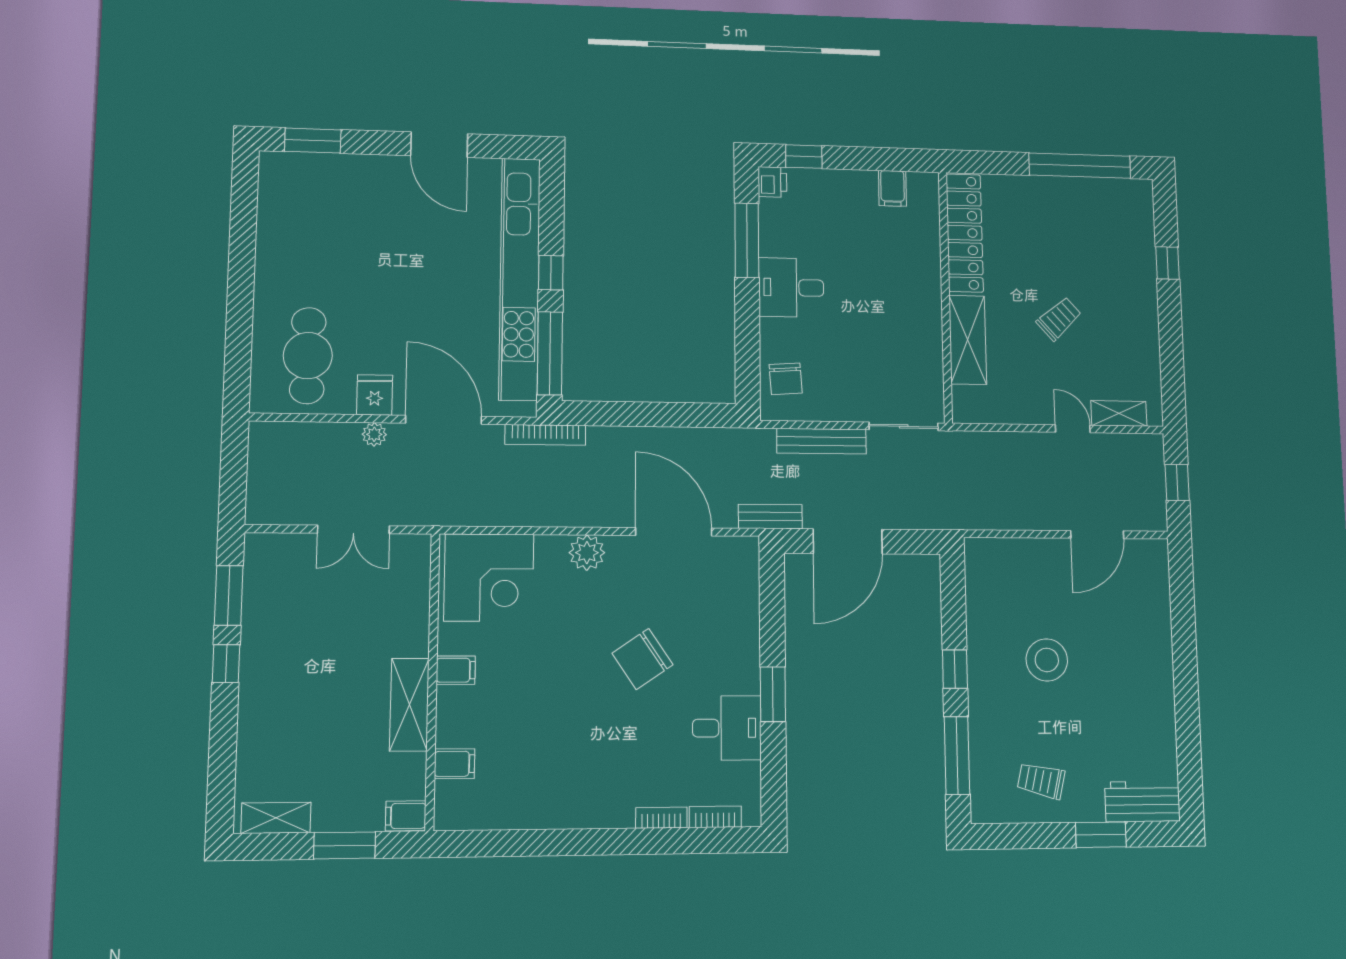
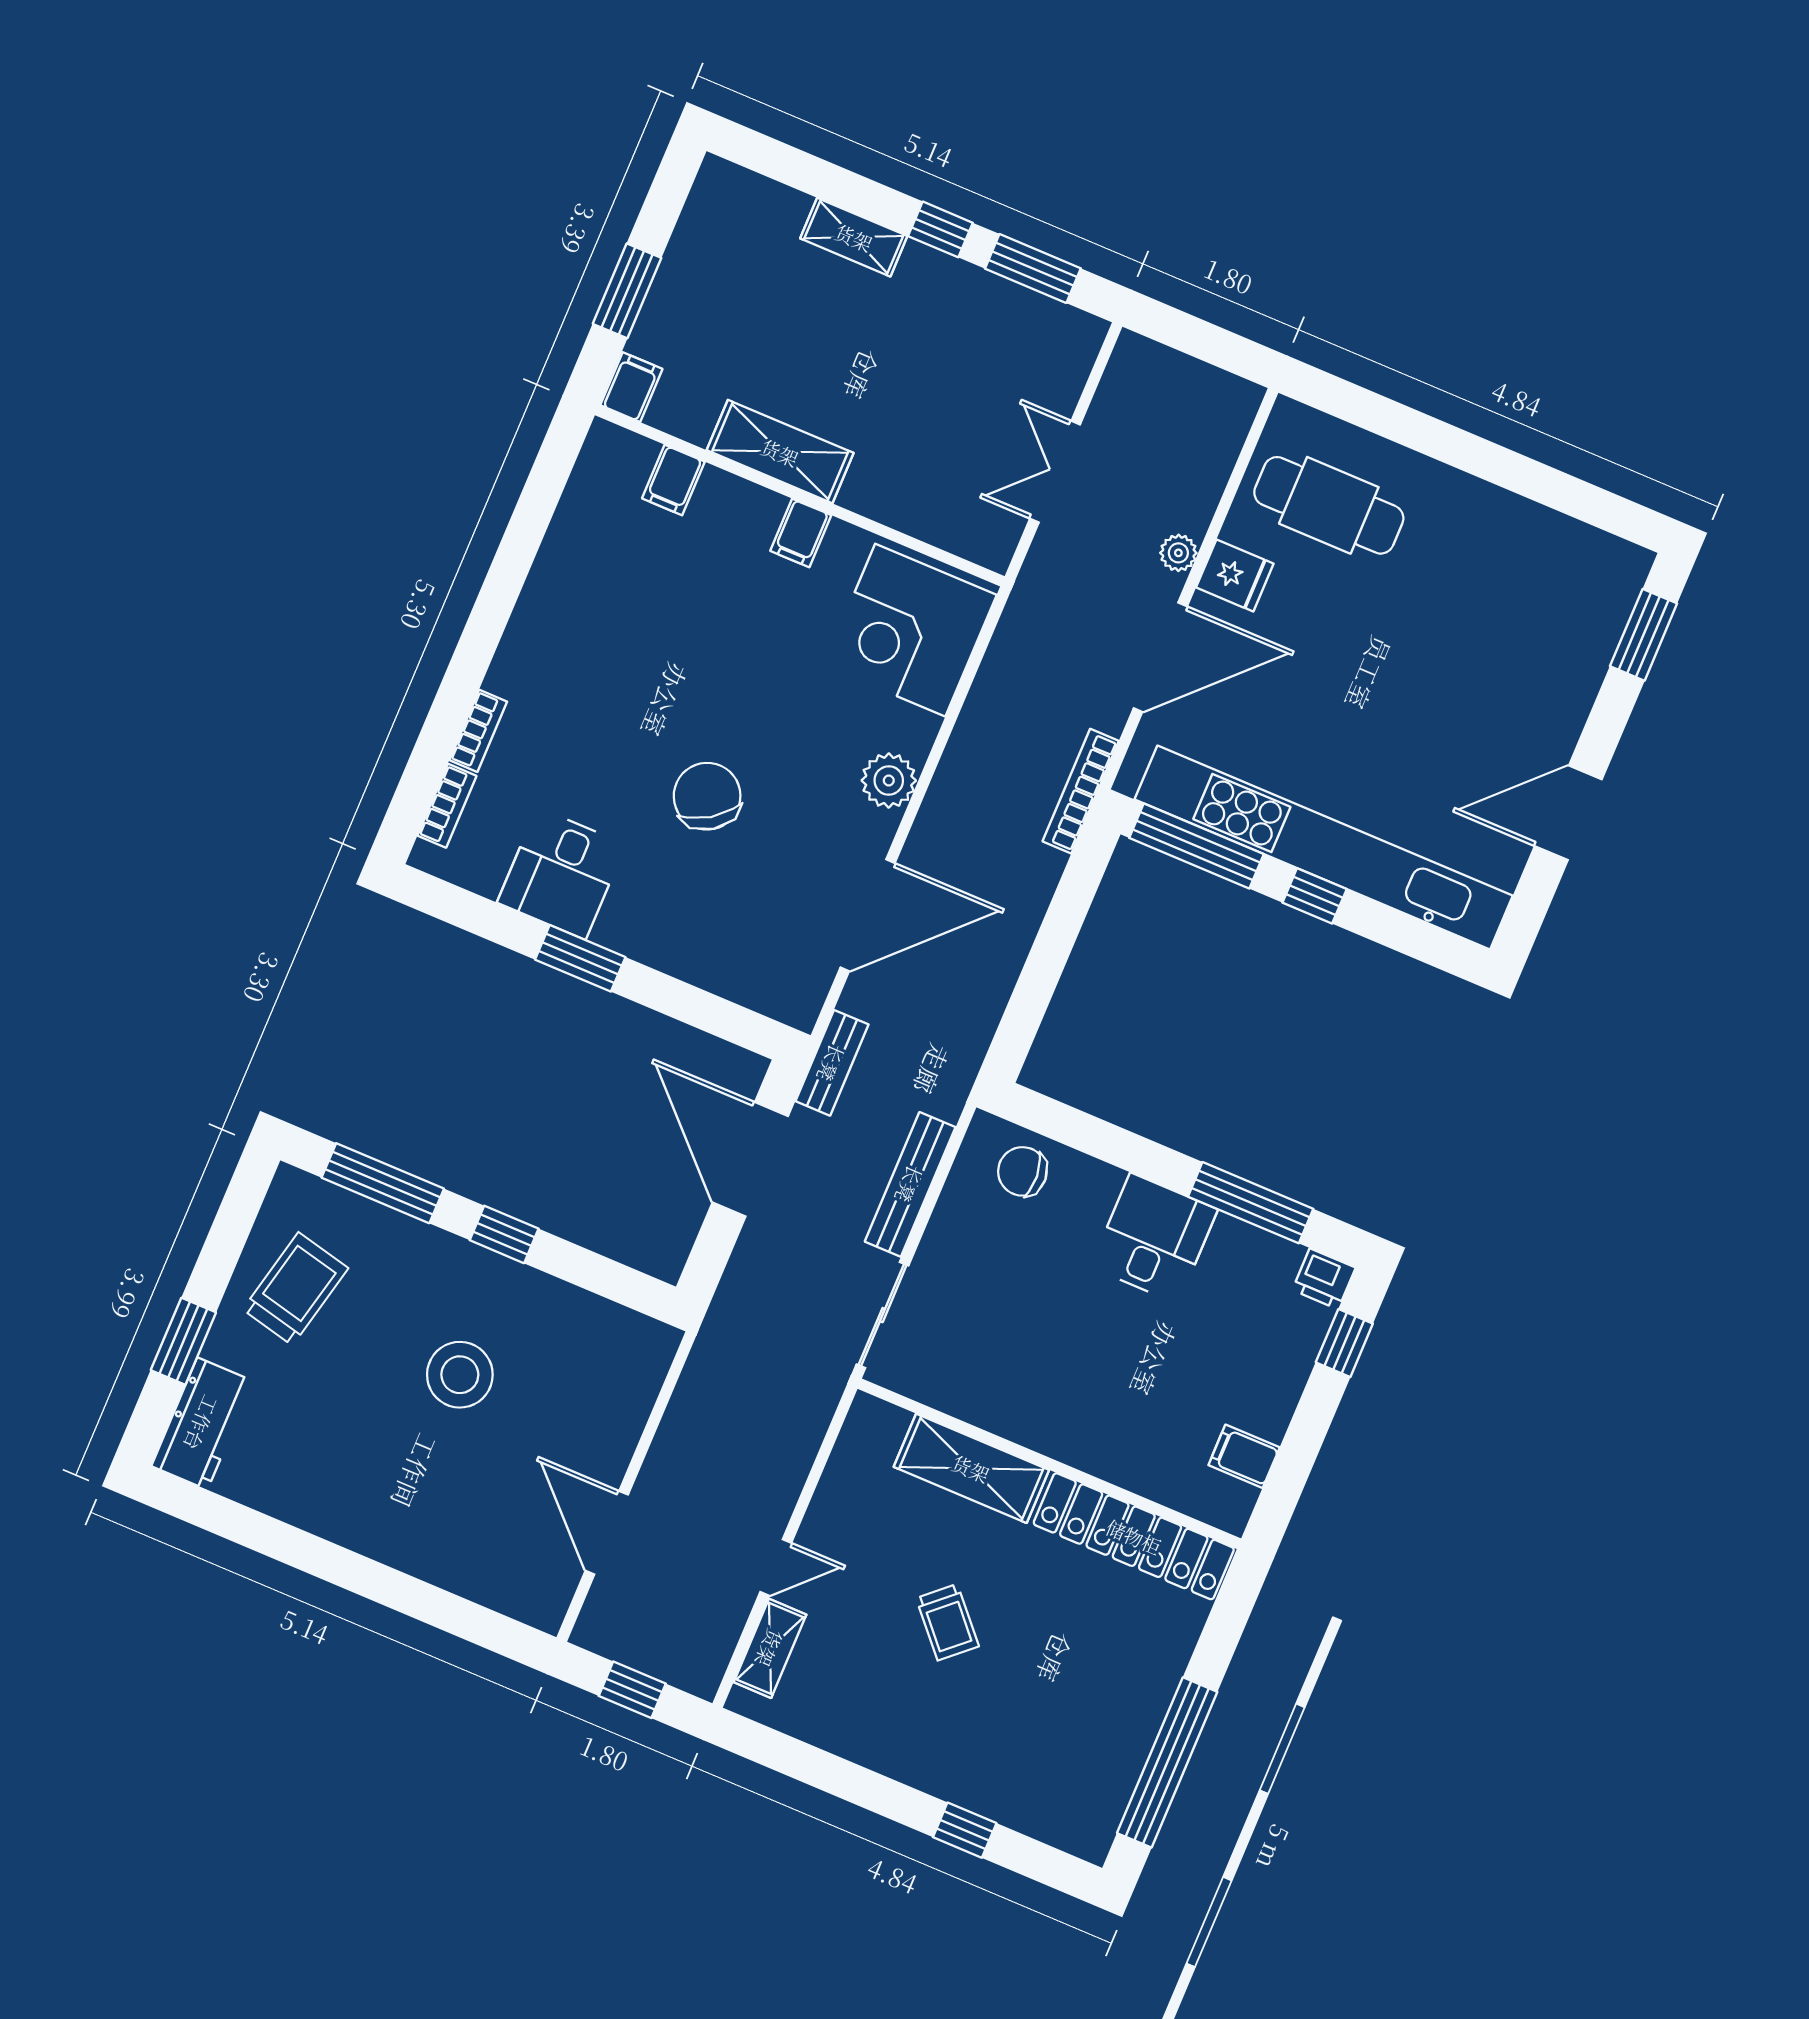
trolley: (1041, 781) -> (295, 1289), width x1.36, depth x1.39
shelving: (276, 818) -> (854, 237), moved, turned 90

